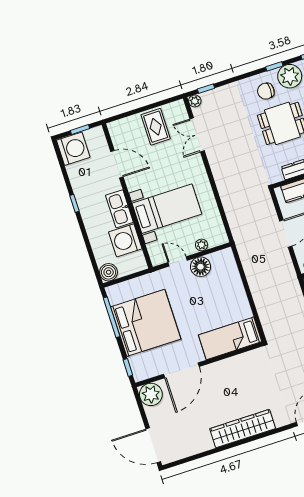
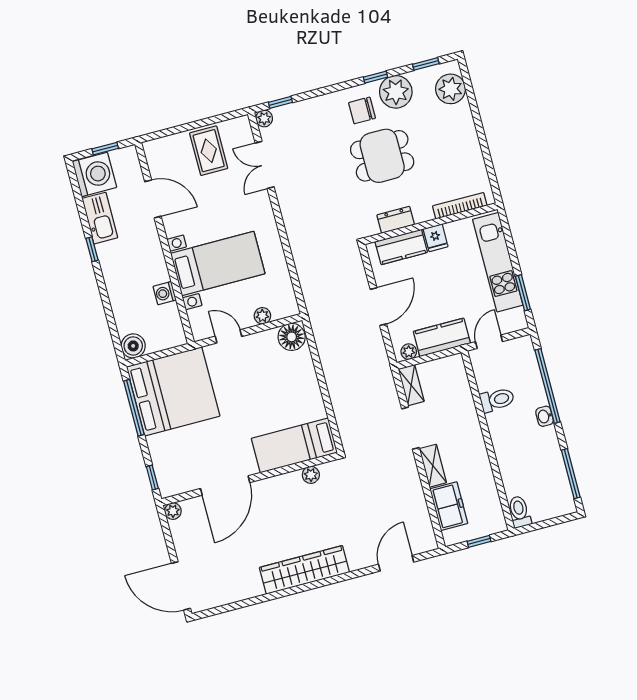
kitchen sink: (119, 209) -> (100, 218), moved, turned 180
washing machine: (125, 240) -> (165, 293), width x0.53, depth x0.53
floor lamp: (201, 267) -> (292, 337), moved
bed: (146, 323) -> (173, 391), moved
plant: (243, 359) -> (311, 475), added
plant: (151, 394) -> (173, 511), width x0.53, depth x0.53

